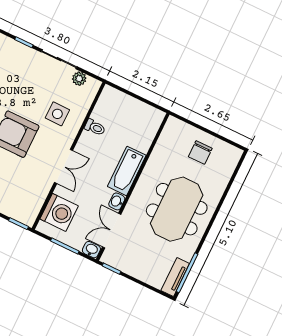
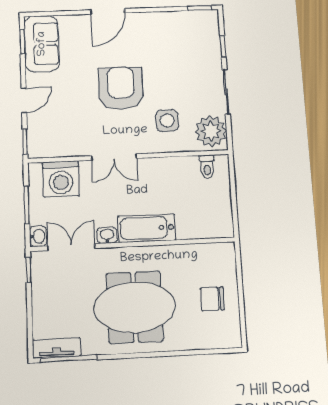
plant: (79, 79) -> (211, 131), width x1.88, depth x1.88
toilet: (95, 127) -> (207, 167), moved

